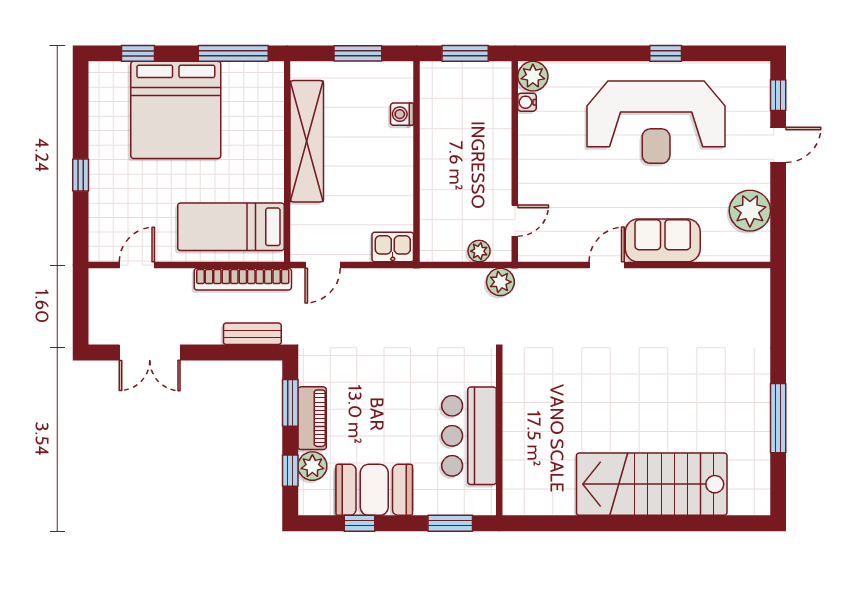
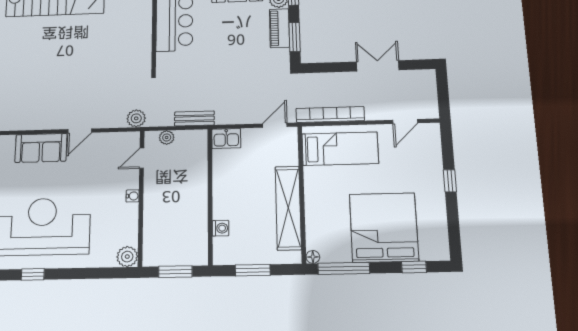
floor lamp: (275, 70) -> (313, 257), added
water cooler: (527, 102) -> (133, 196), moved
plant: (500, 282) -> (136, 118), moved
bench: (252, 334) -> (194, 118), moved
double door: (150, 352) -> (378, 66), moved

